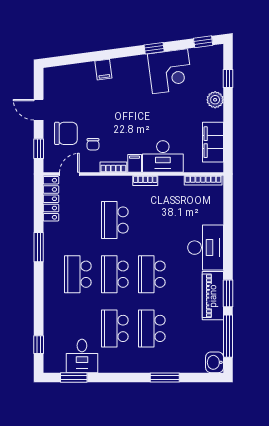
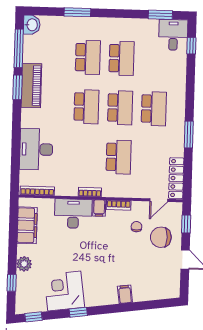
desk: (206, 248) -> (36, 149), moved
desk: (82, 356) -> (173, 35), moved

